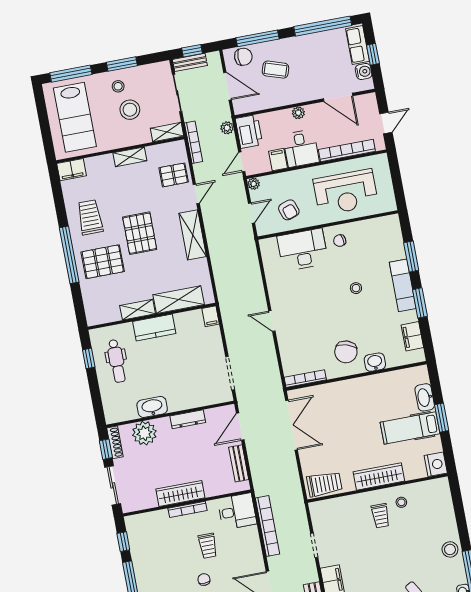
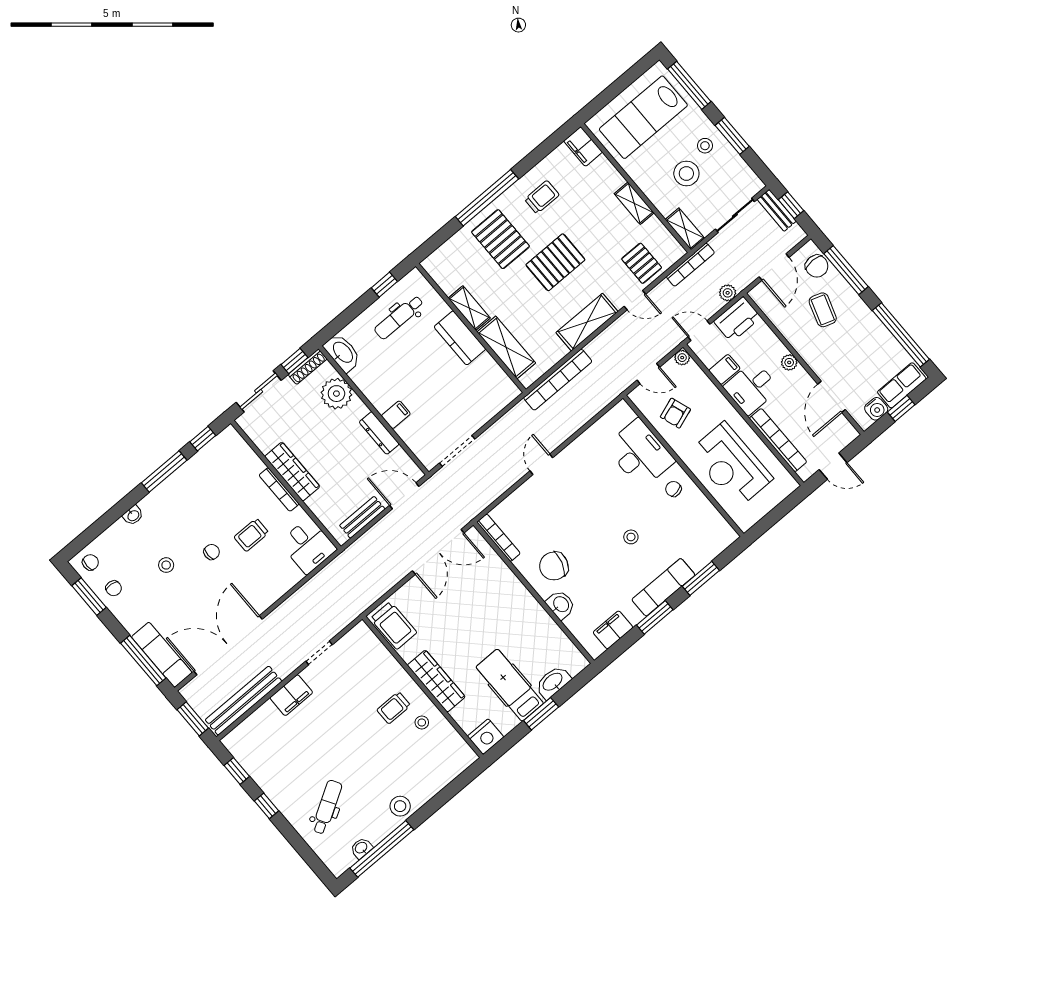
trolley: (90, 217) -> (542, 197), width x0.73, depth x0.72
filing cabinet: (211, 316) -> (396, 415), moved, turned 180
washbasin: (152, 407) -> (342, 353), moved
bookcase: (268, 526) -> (558, 380), moved

